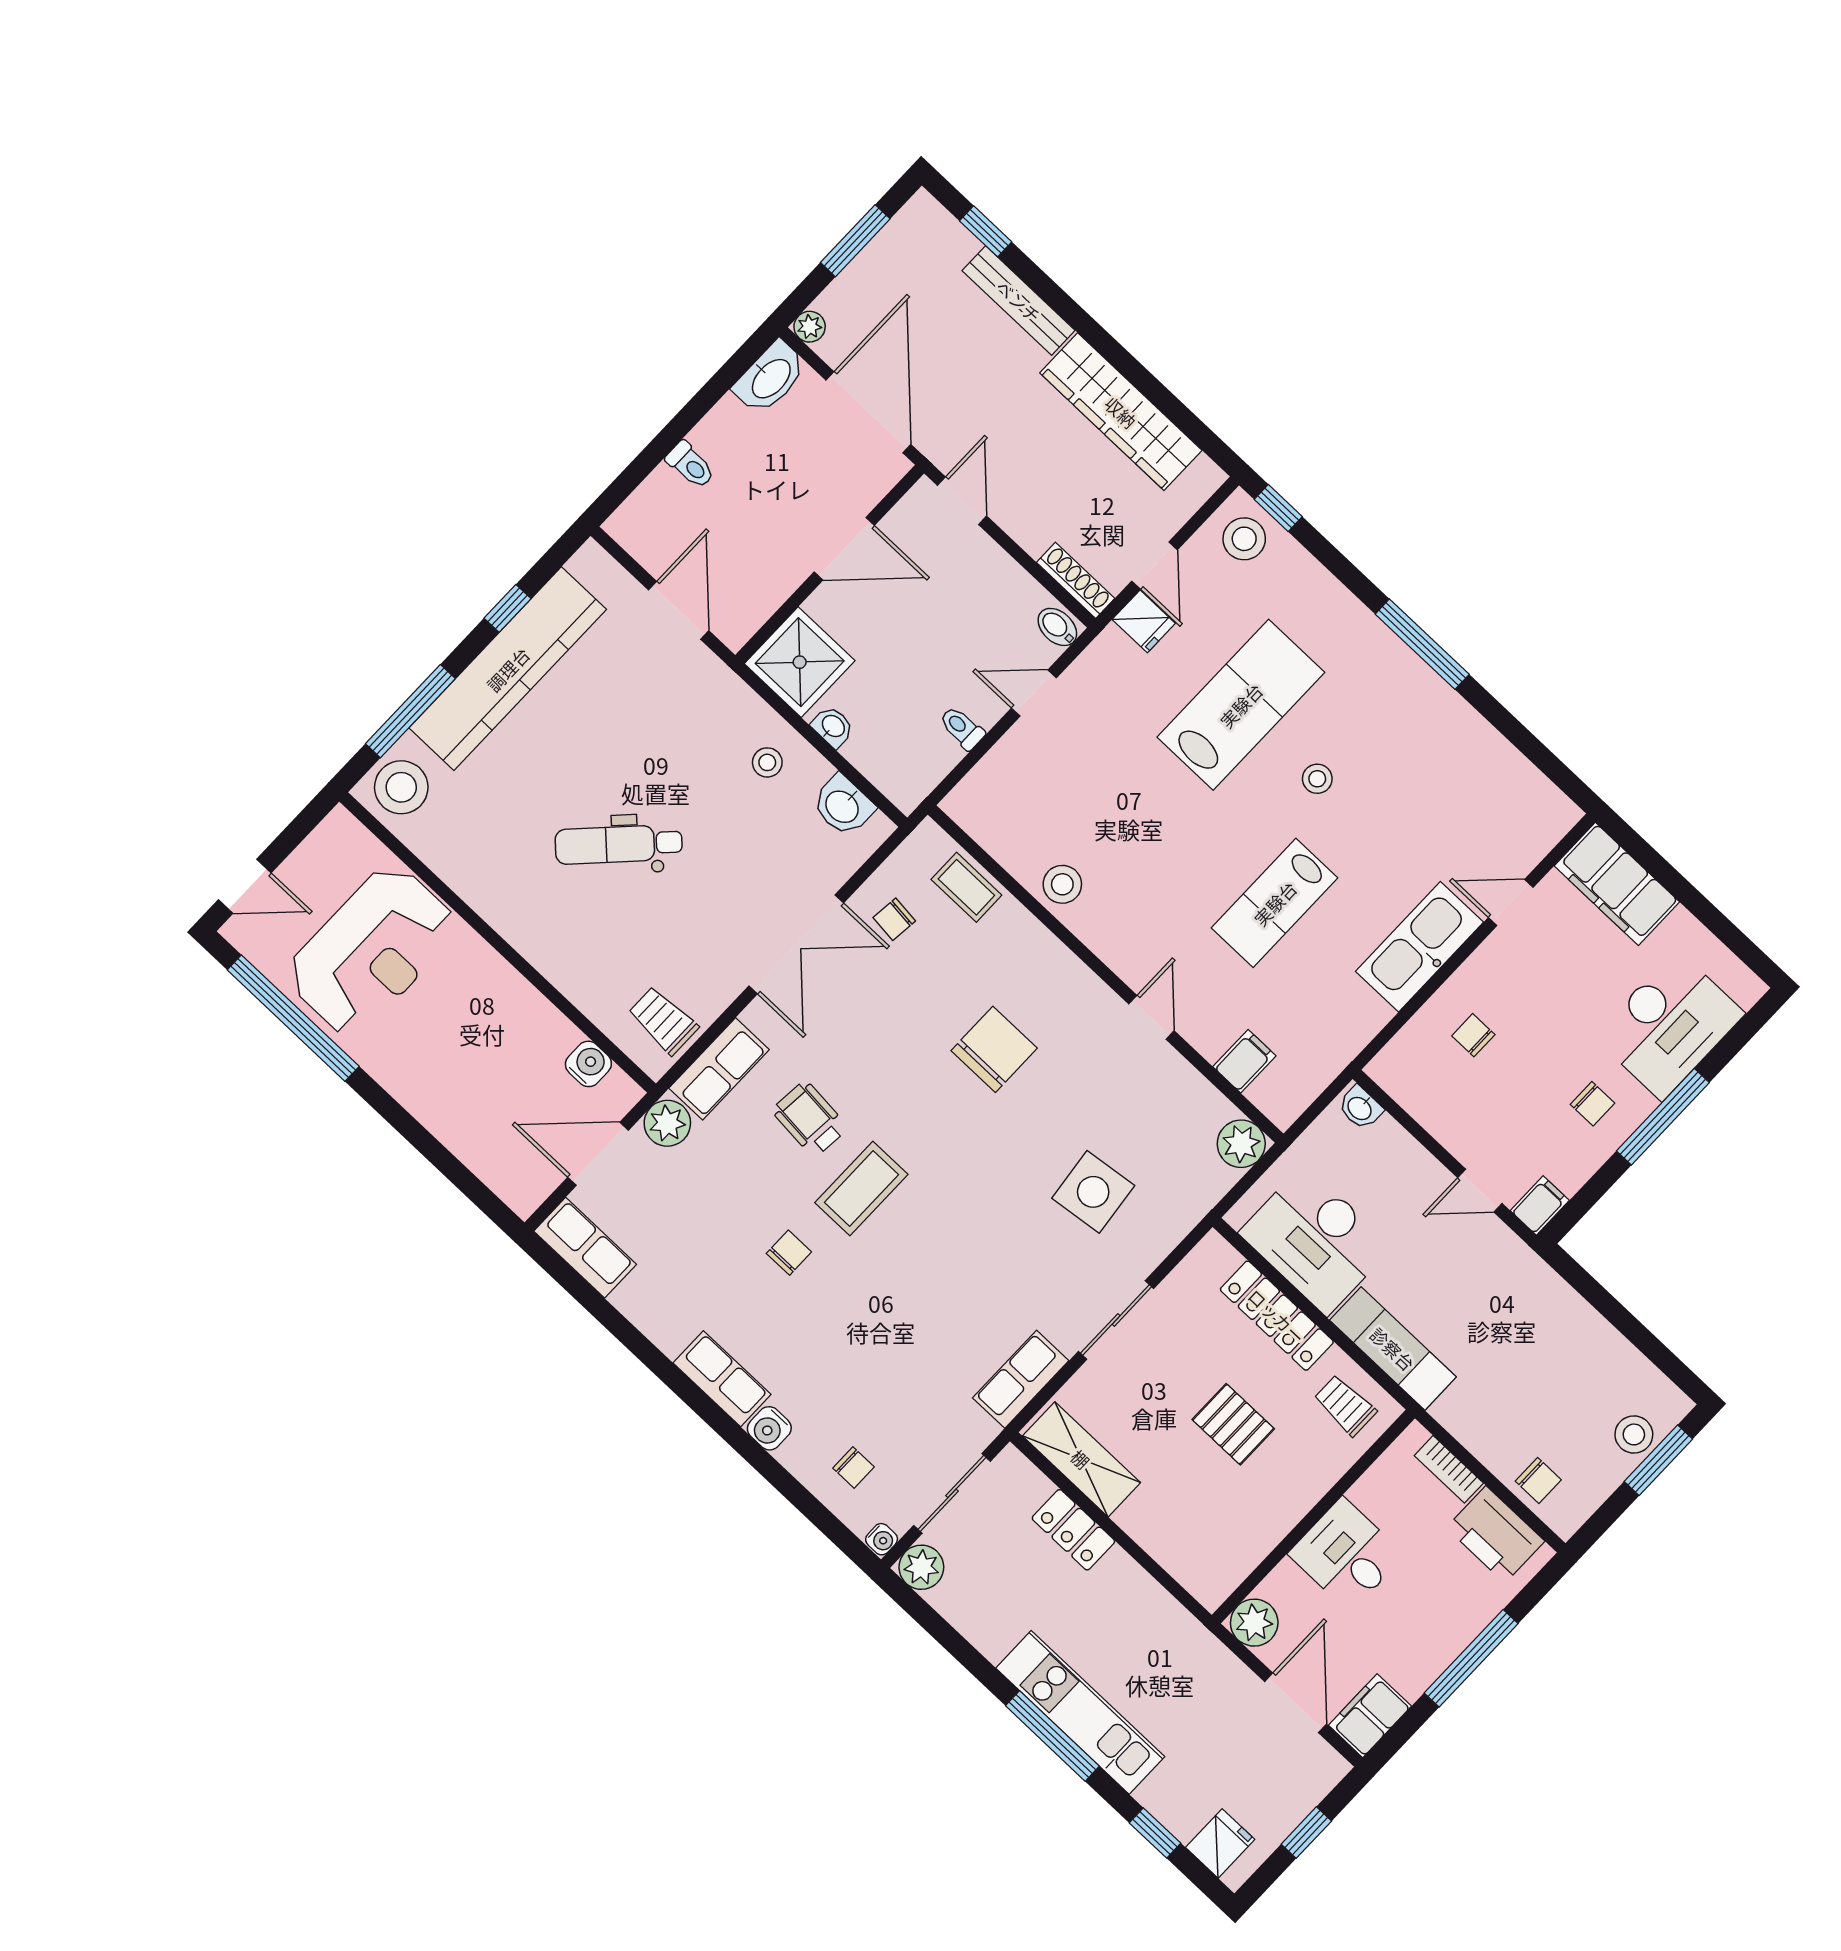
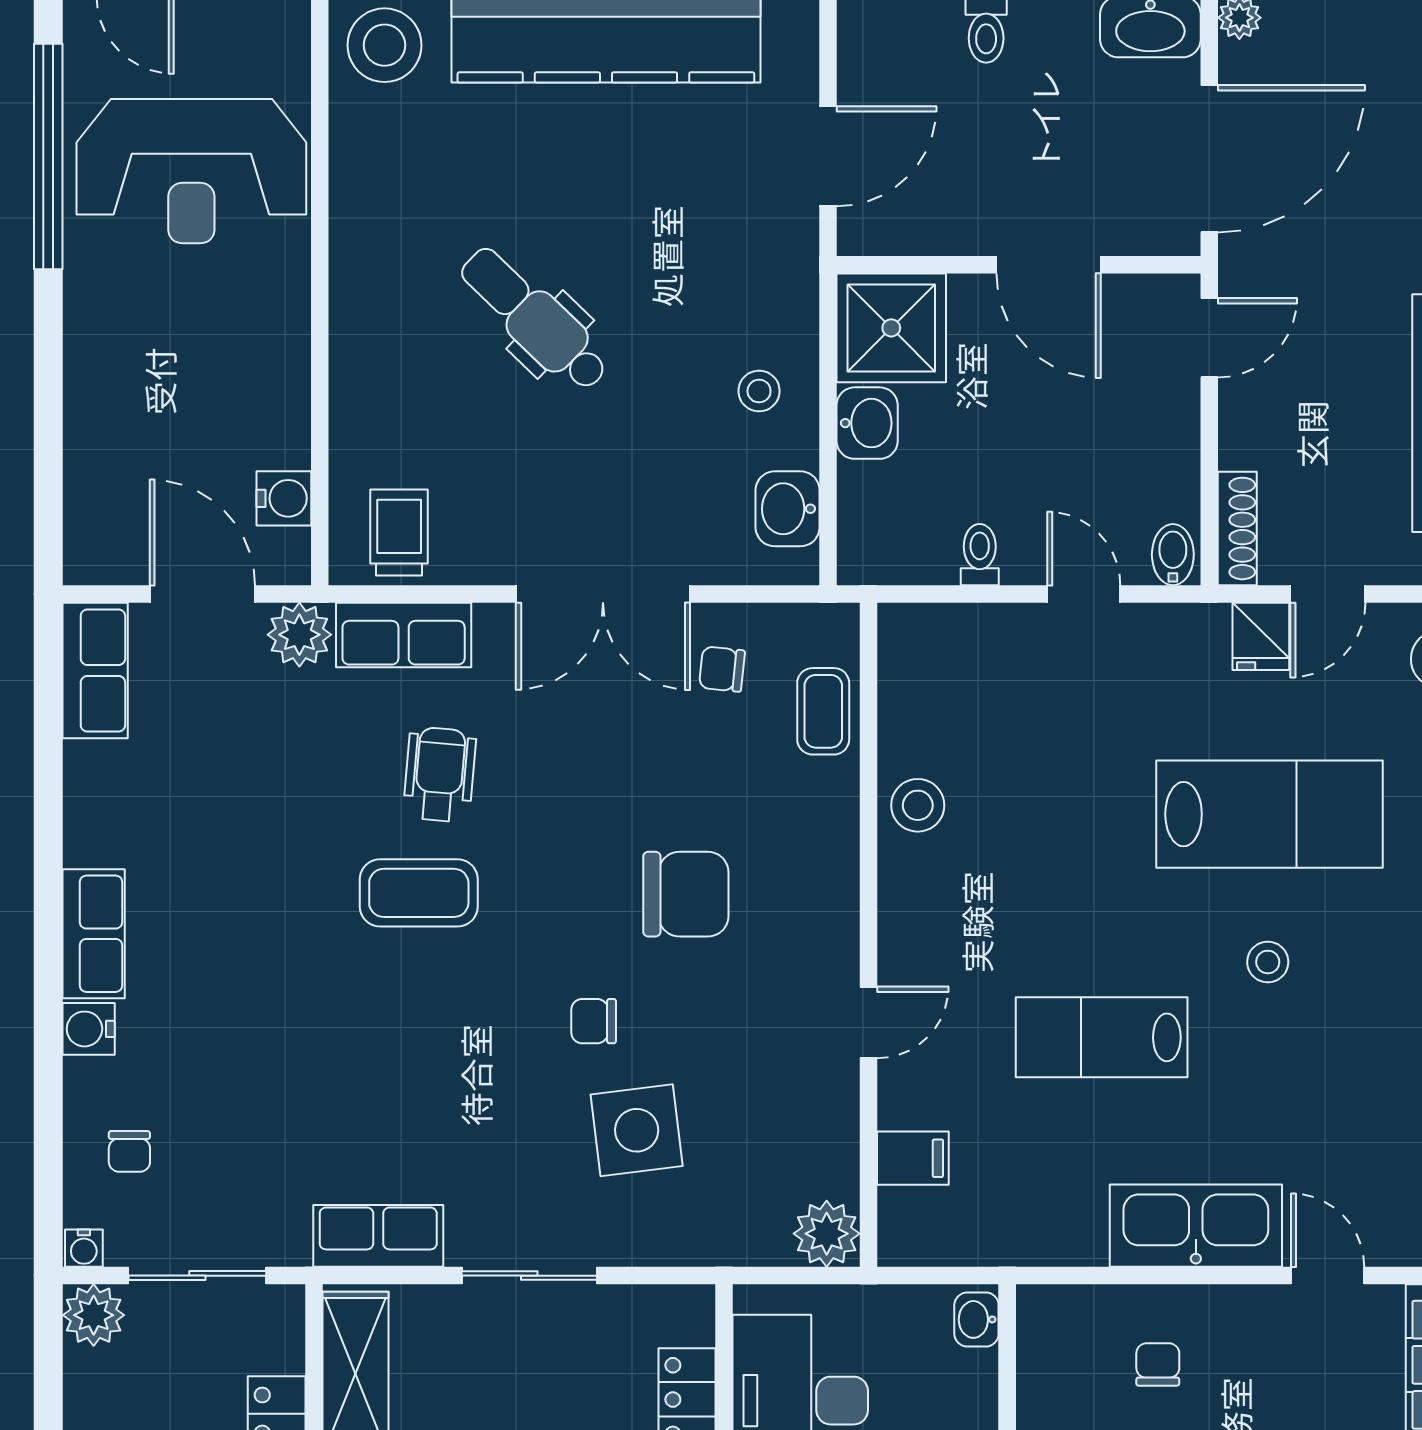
washbasin: (833, 727) -> (867, 423), width x1.38, depth x1.45
chair: (789, 1253) -> (594, 1021), moved, turned 180

